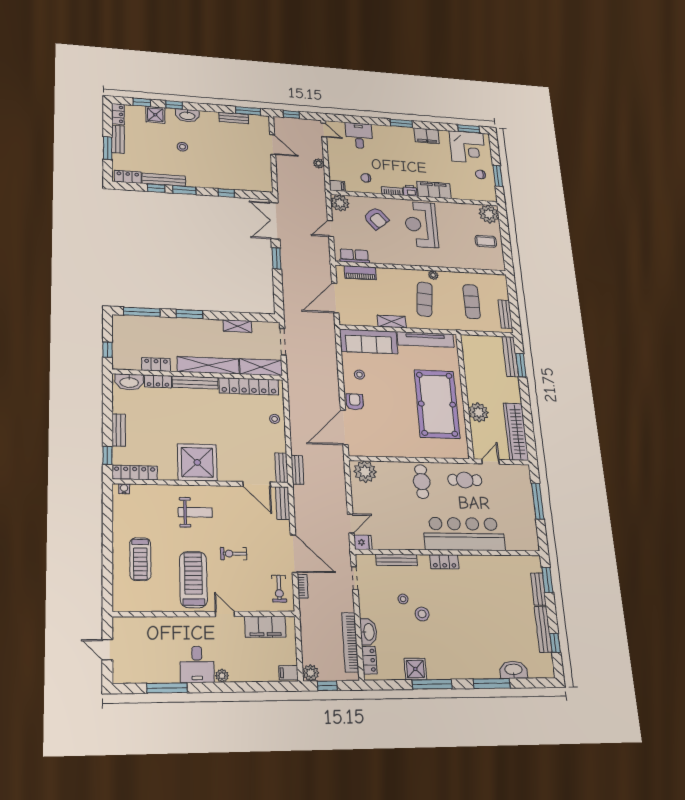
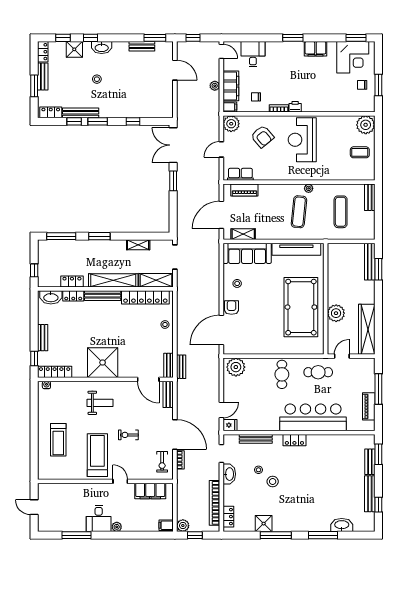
filing cabinet: (434, 190) -> (231, 86), moved, turned 90
bench: (505, 314) -> (370, 197), moved
shelving: (392, 322) -> (243, 234), moved
piano: (529, 522) -> (369, 406), added
washbasin: (368, 632) -> (229, 474), moved

